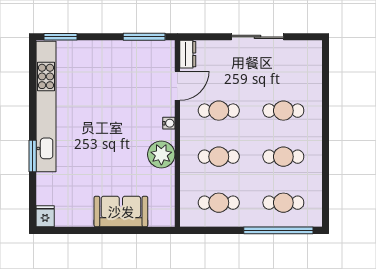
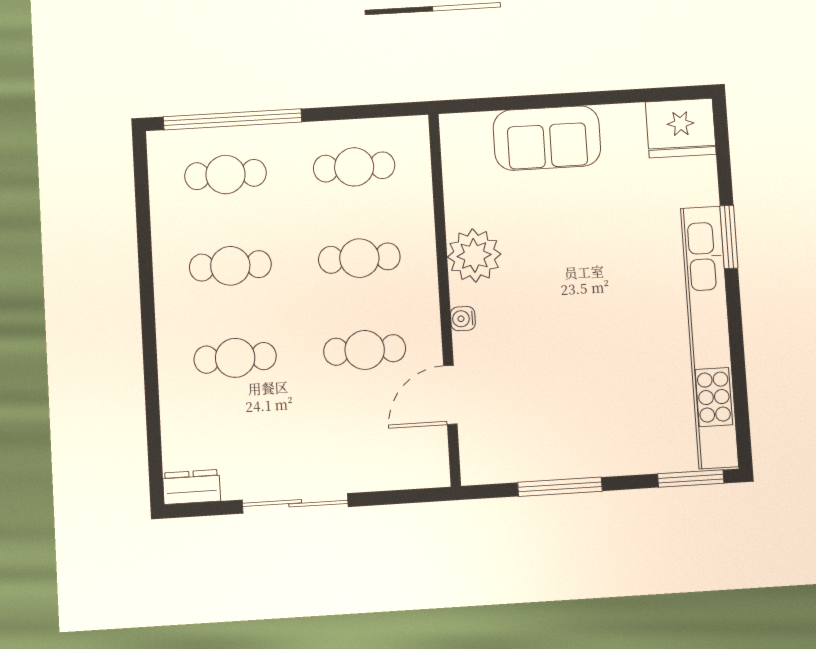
window: (144, 37) -> (560, 487), moved
dresser: (188, 54) -> (192, 487), moved, turned 90
fridge: (45, 216) -> (681, 128), width x1.88, depth x1.34

